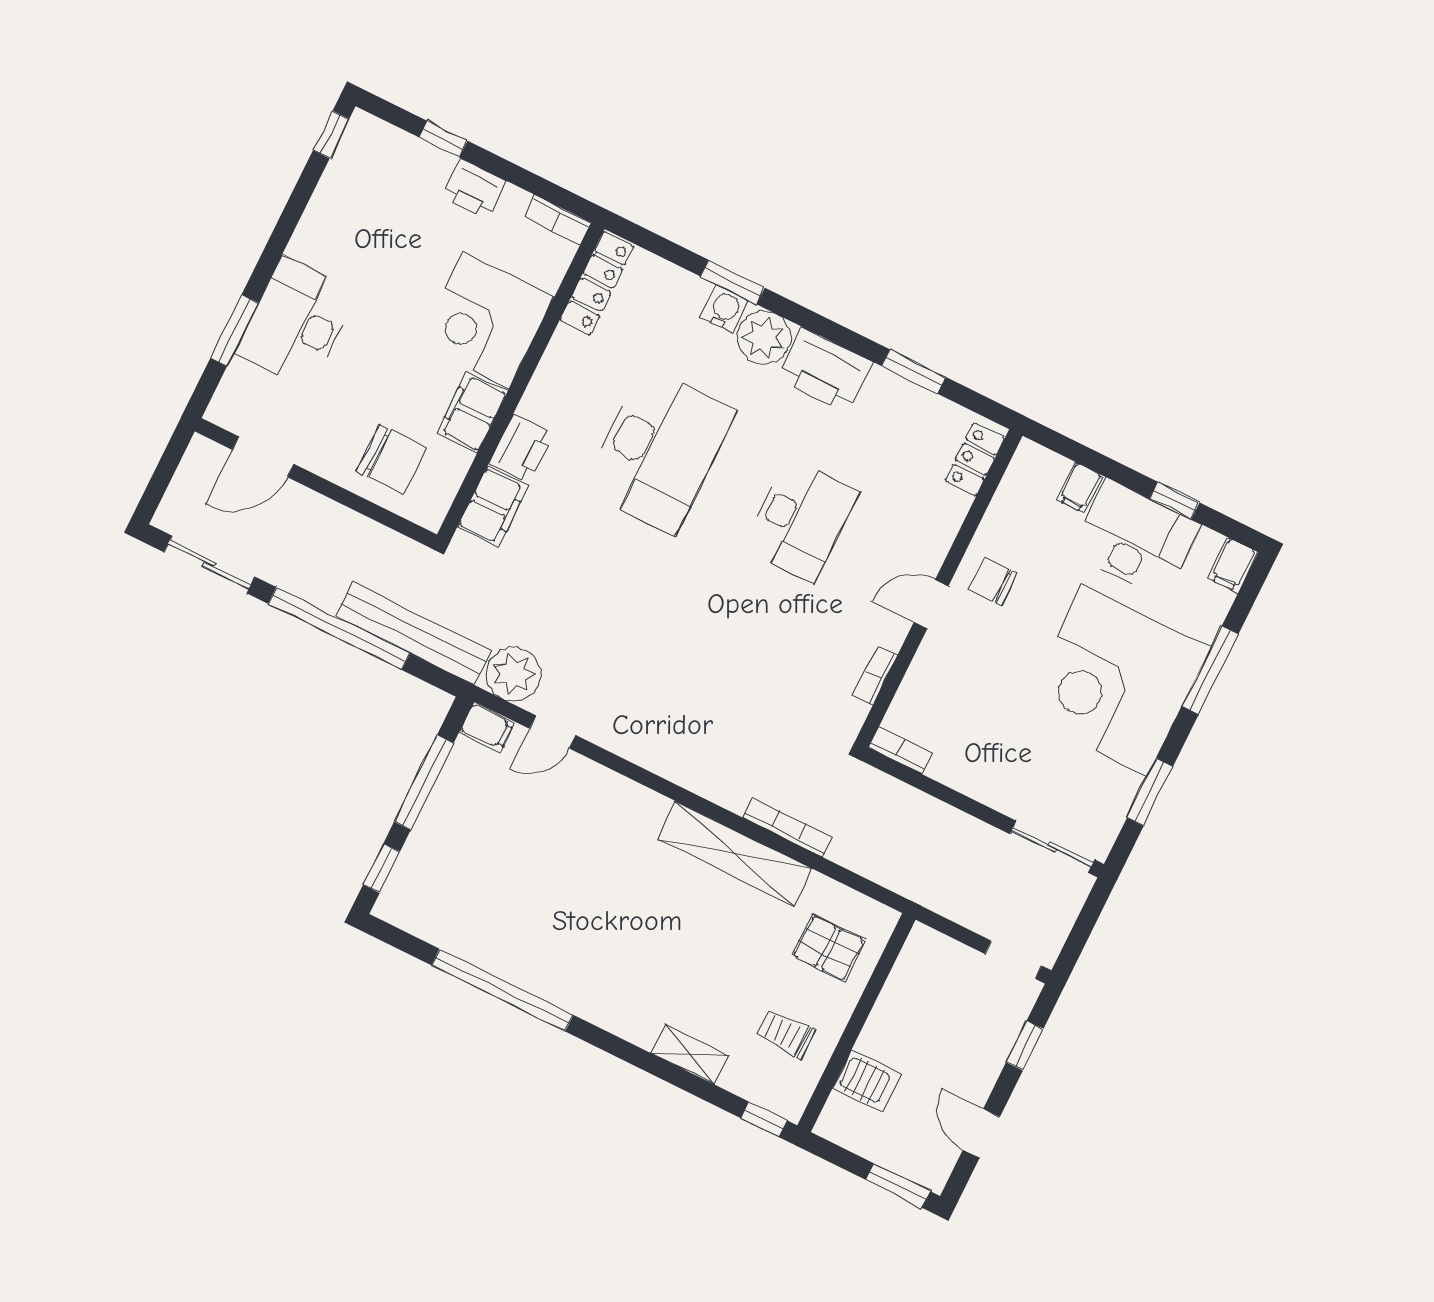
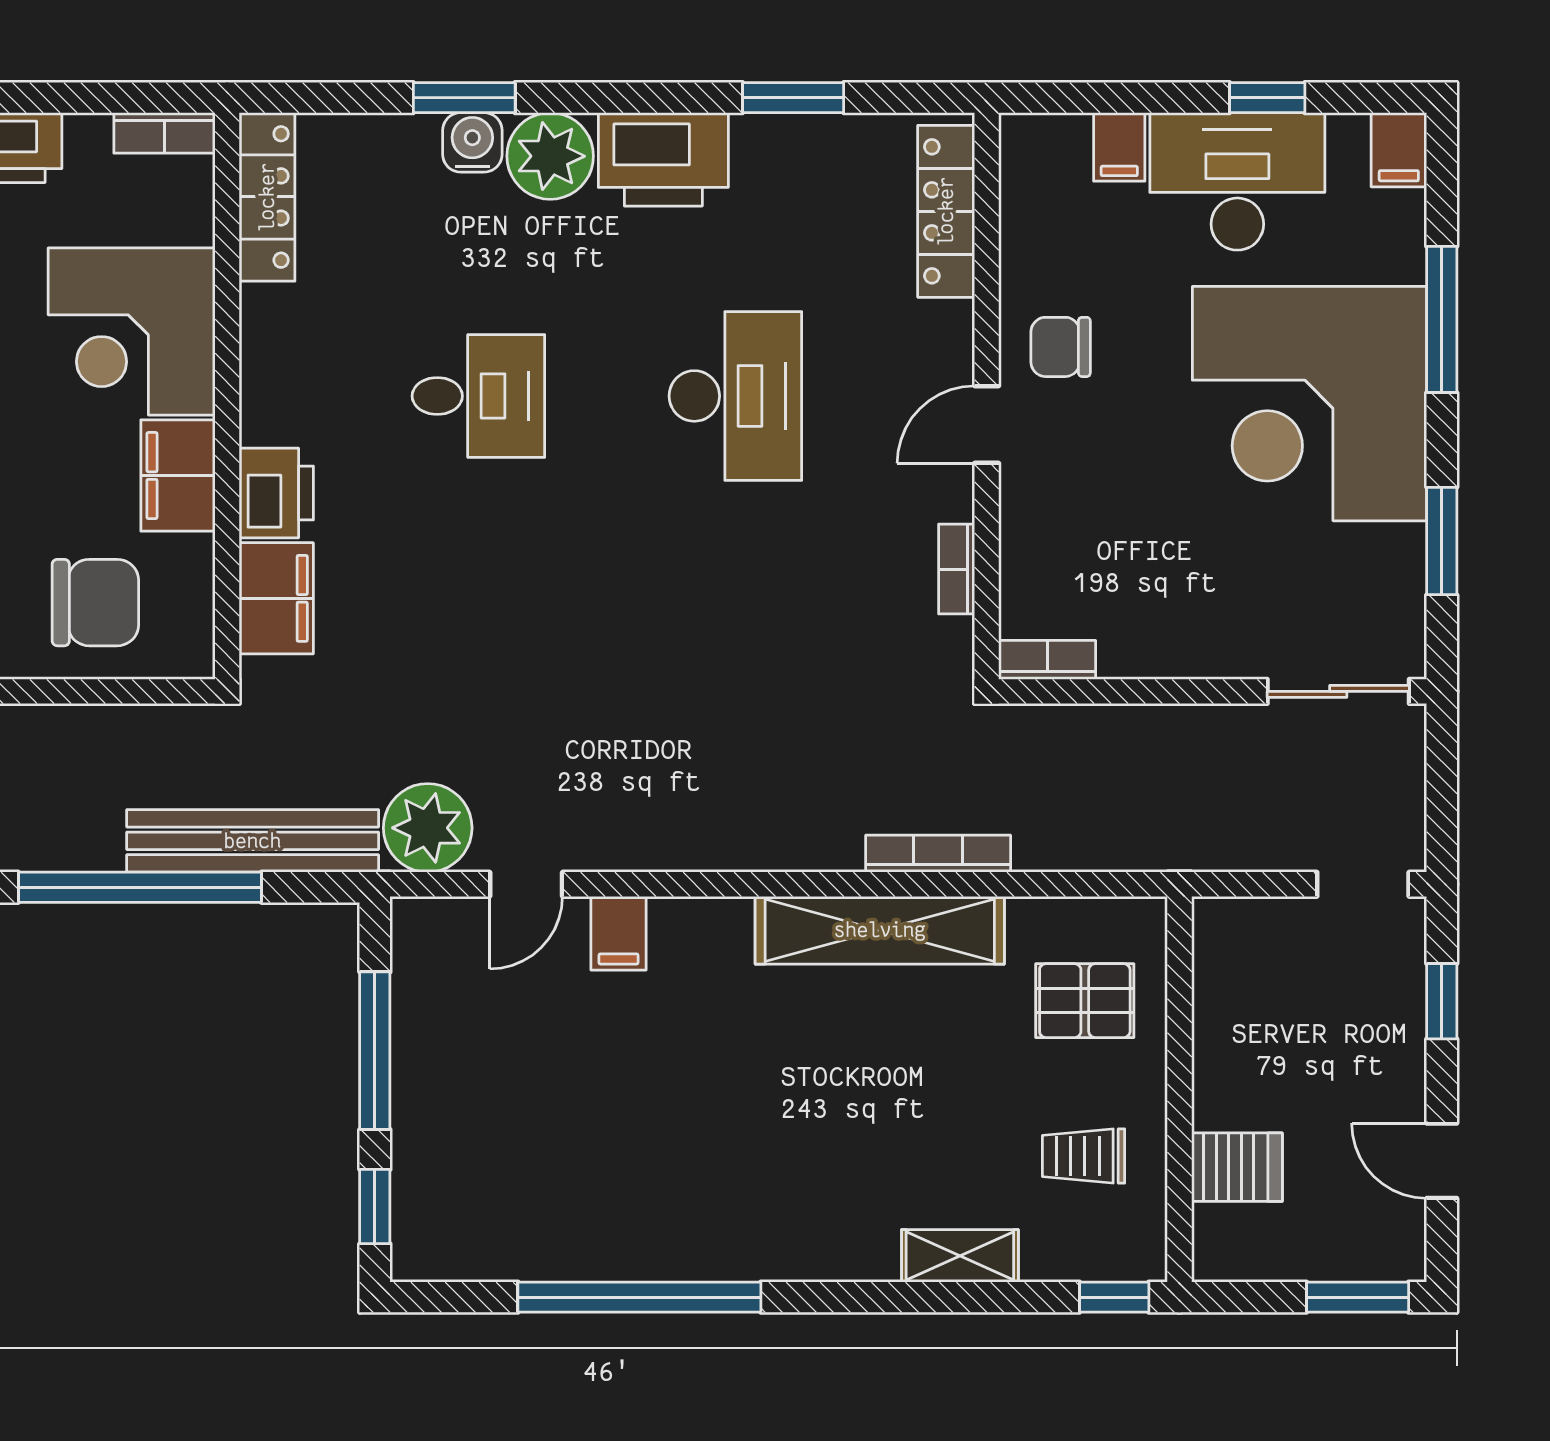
desk: (659, 450) -> (478, 396), width x0.53, depth x0.77
locker: (975, 459) -> (946, 211), width x1.53
filing cabinet: (487, 727) -> (619, 933), moved, turned 90

